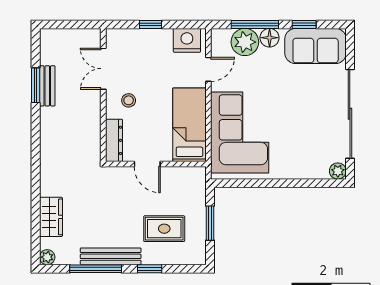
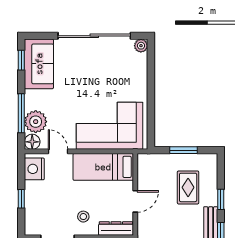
window: (304, 24) -> (21, 60), moved
floor lamp: (270, 38) -> (32, 142), moved

